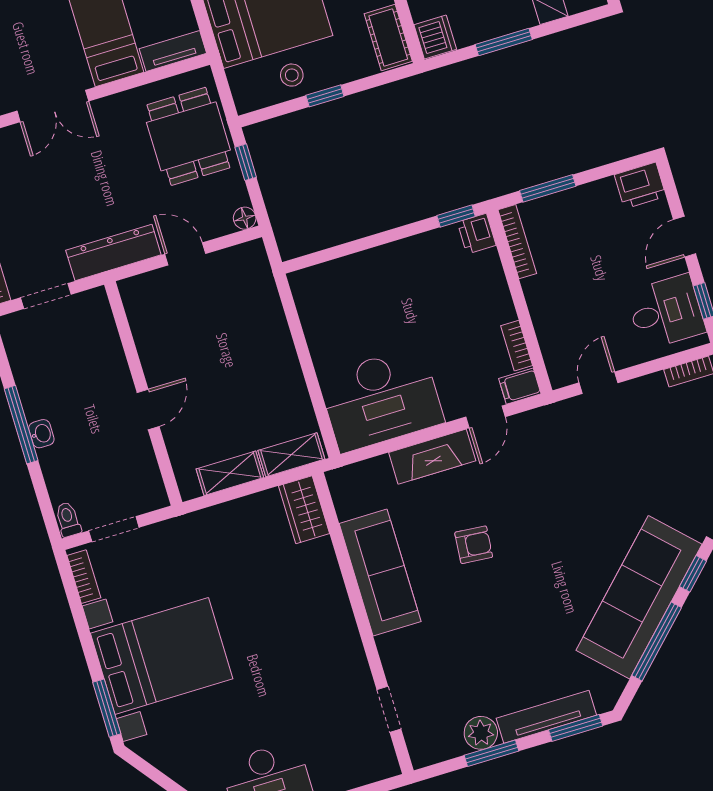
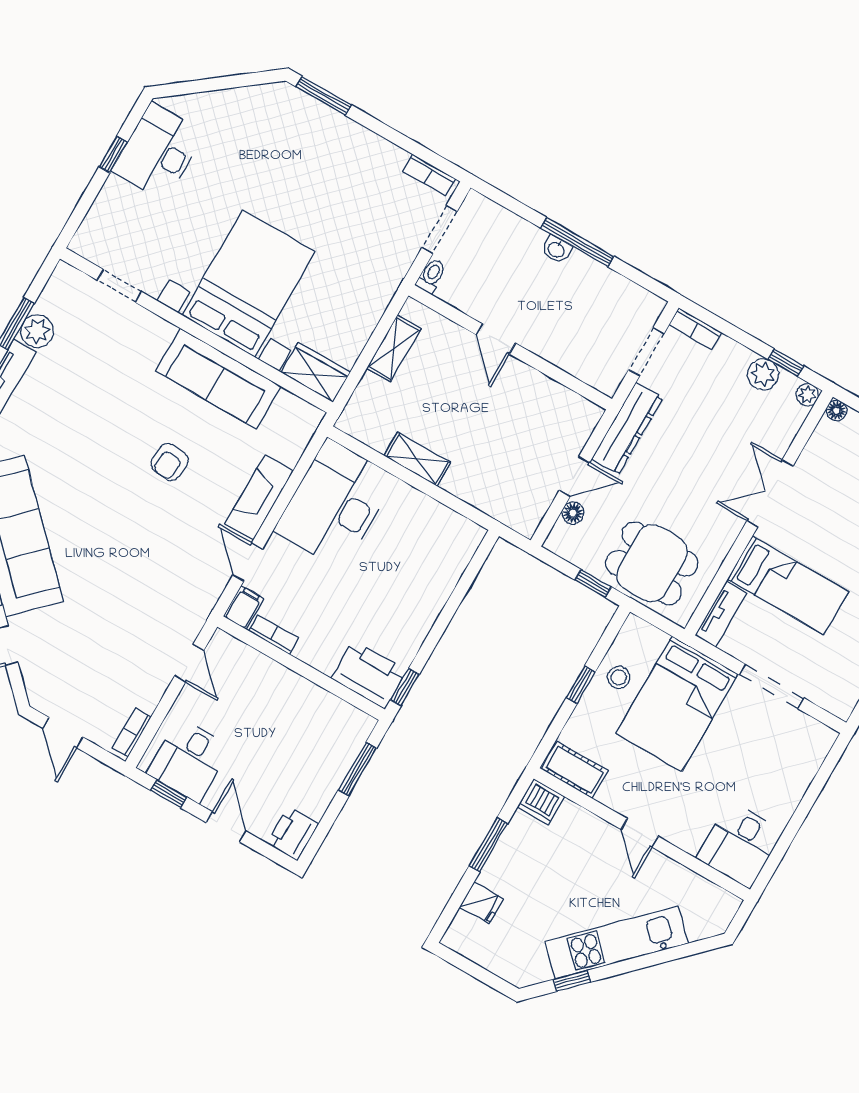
floor lamp: (245, 218) -> (573, 513), moved
printer: (477, 234) -> (369, 675), width x1.87, depth x1.48
bookcase: (517, 242) -> (343, 710), removed
shelving: (291, 455) -> (417, 459), moved, turned 90
toilet: (68, 519) -> (431, 276), moved, turned -90
bed with nightstands: (162, 656) -> (249, 283), moved, turned 180

